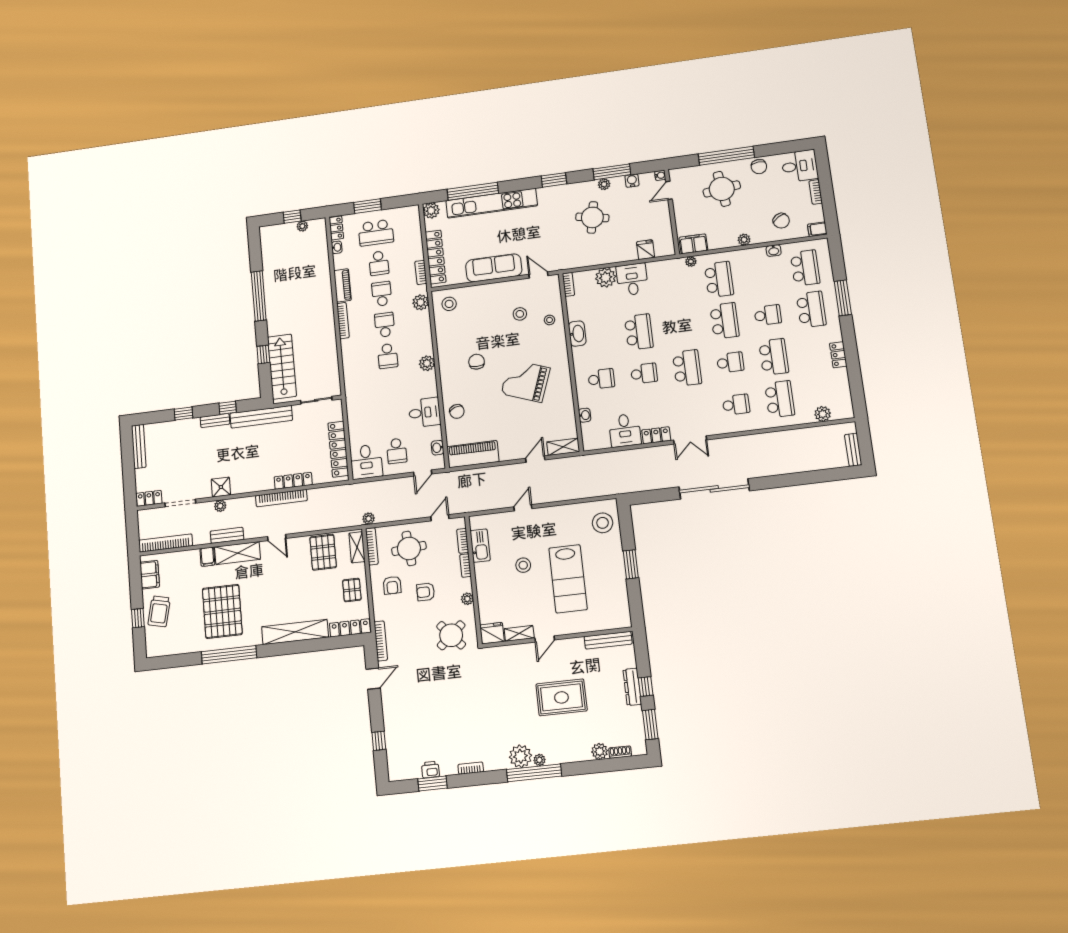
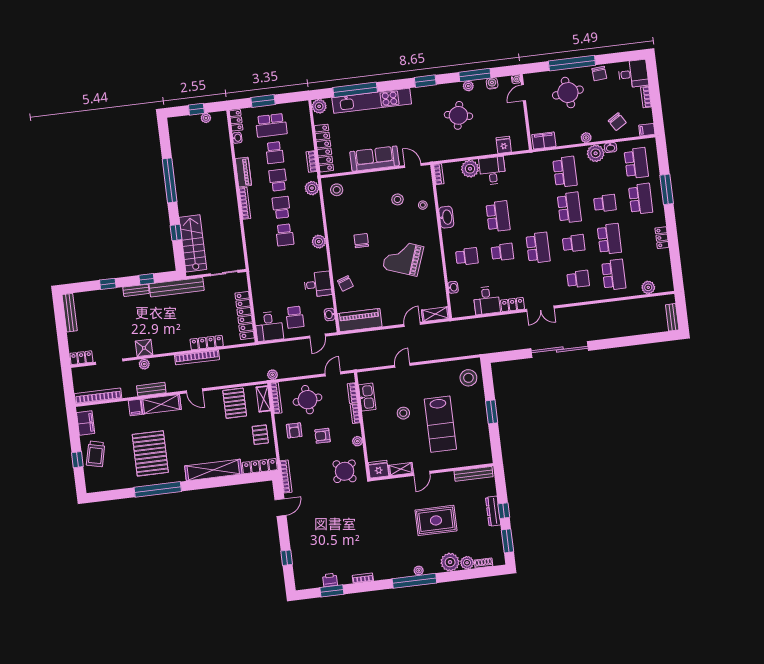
plant: (691, 261) -> (596, 153), moved, width x1.87, depth x1.87
plant: (520, 756) -> (450, 562), moved

